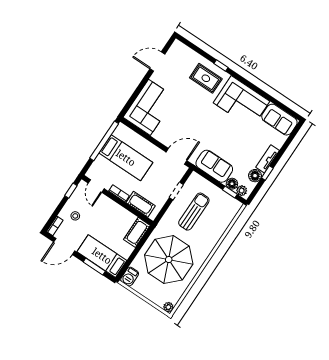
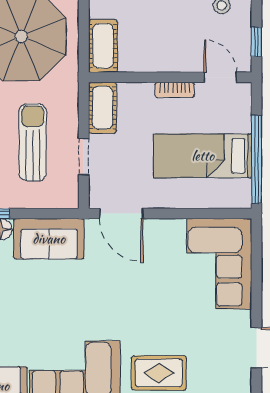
door: (177, 156) -> (121, 214), hinge flipped
cot: (141, 204) -> (102, 108), moved, turned 90
sun lounger: (194, 212) -> (33, 142), turned 180

